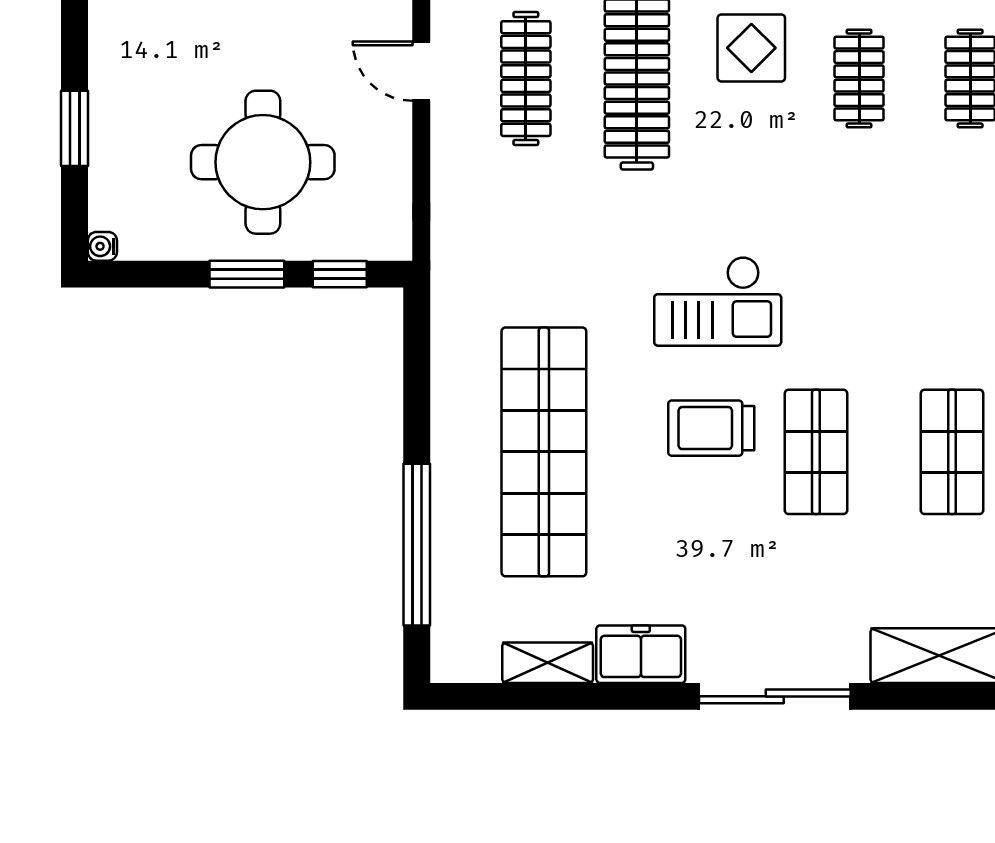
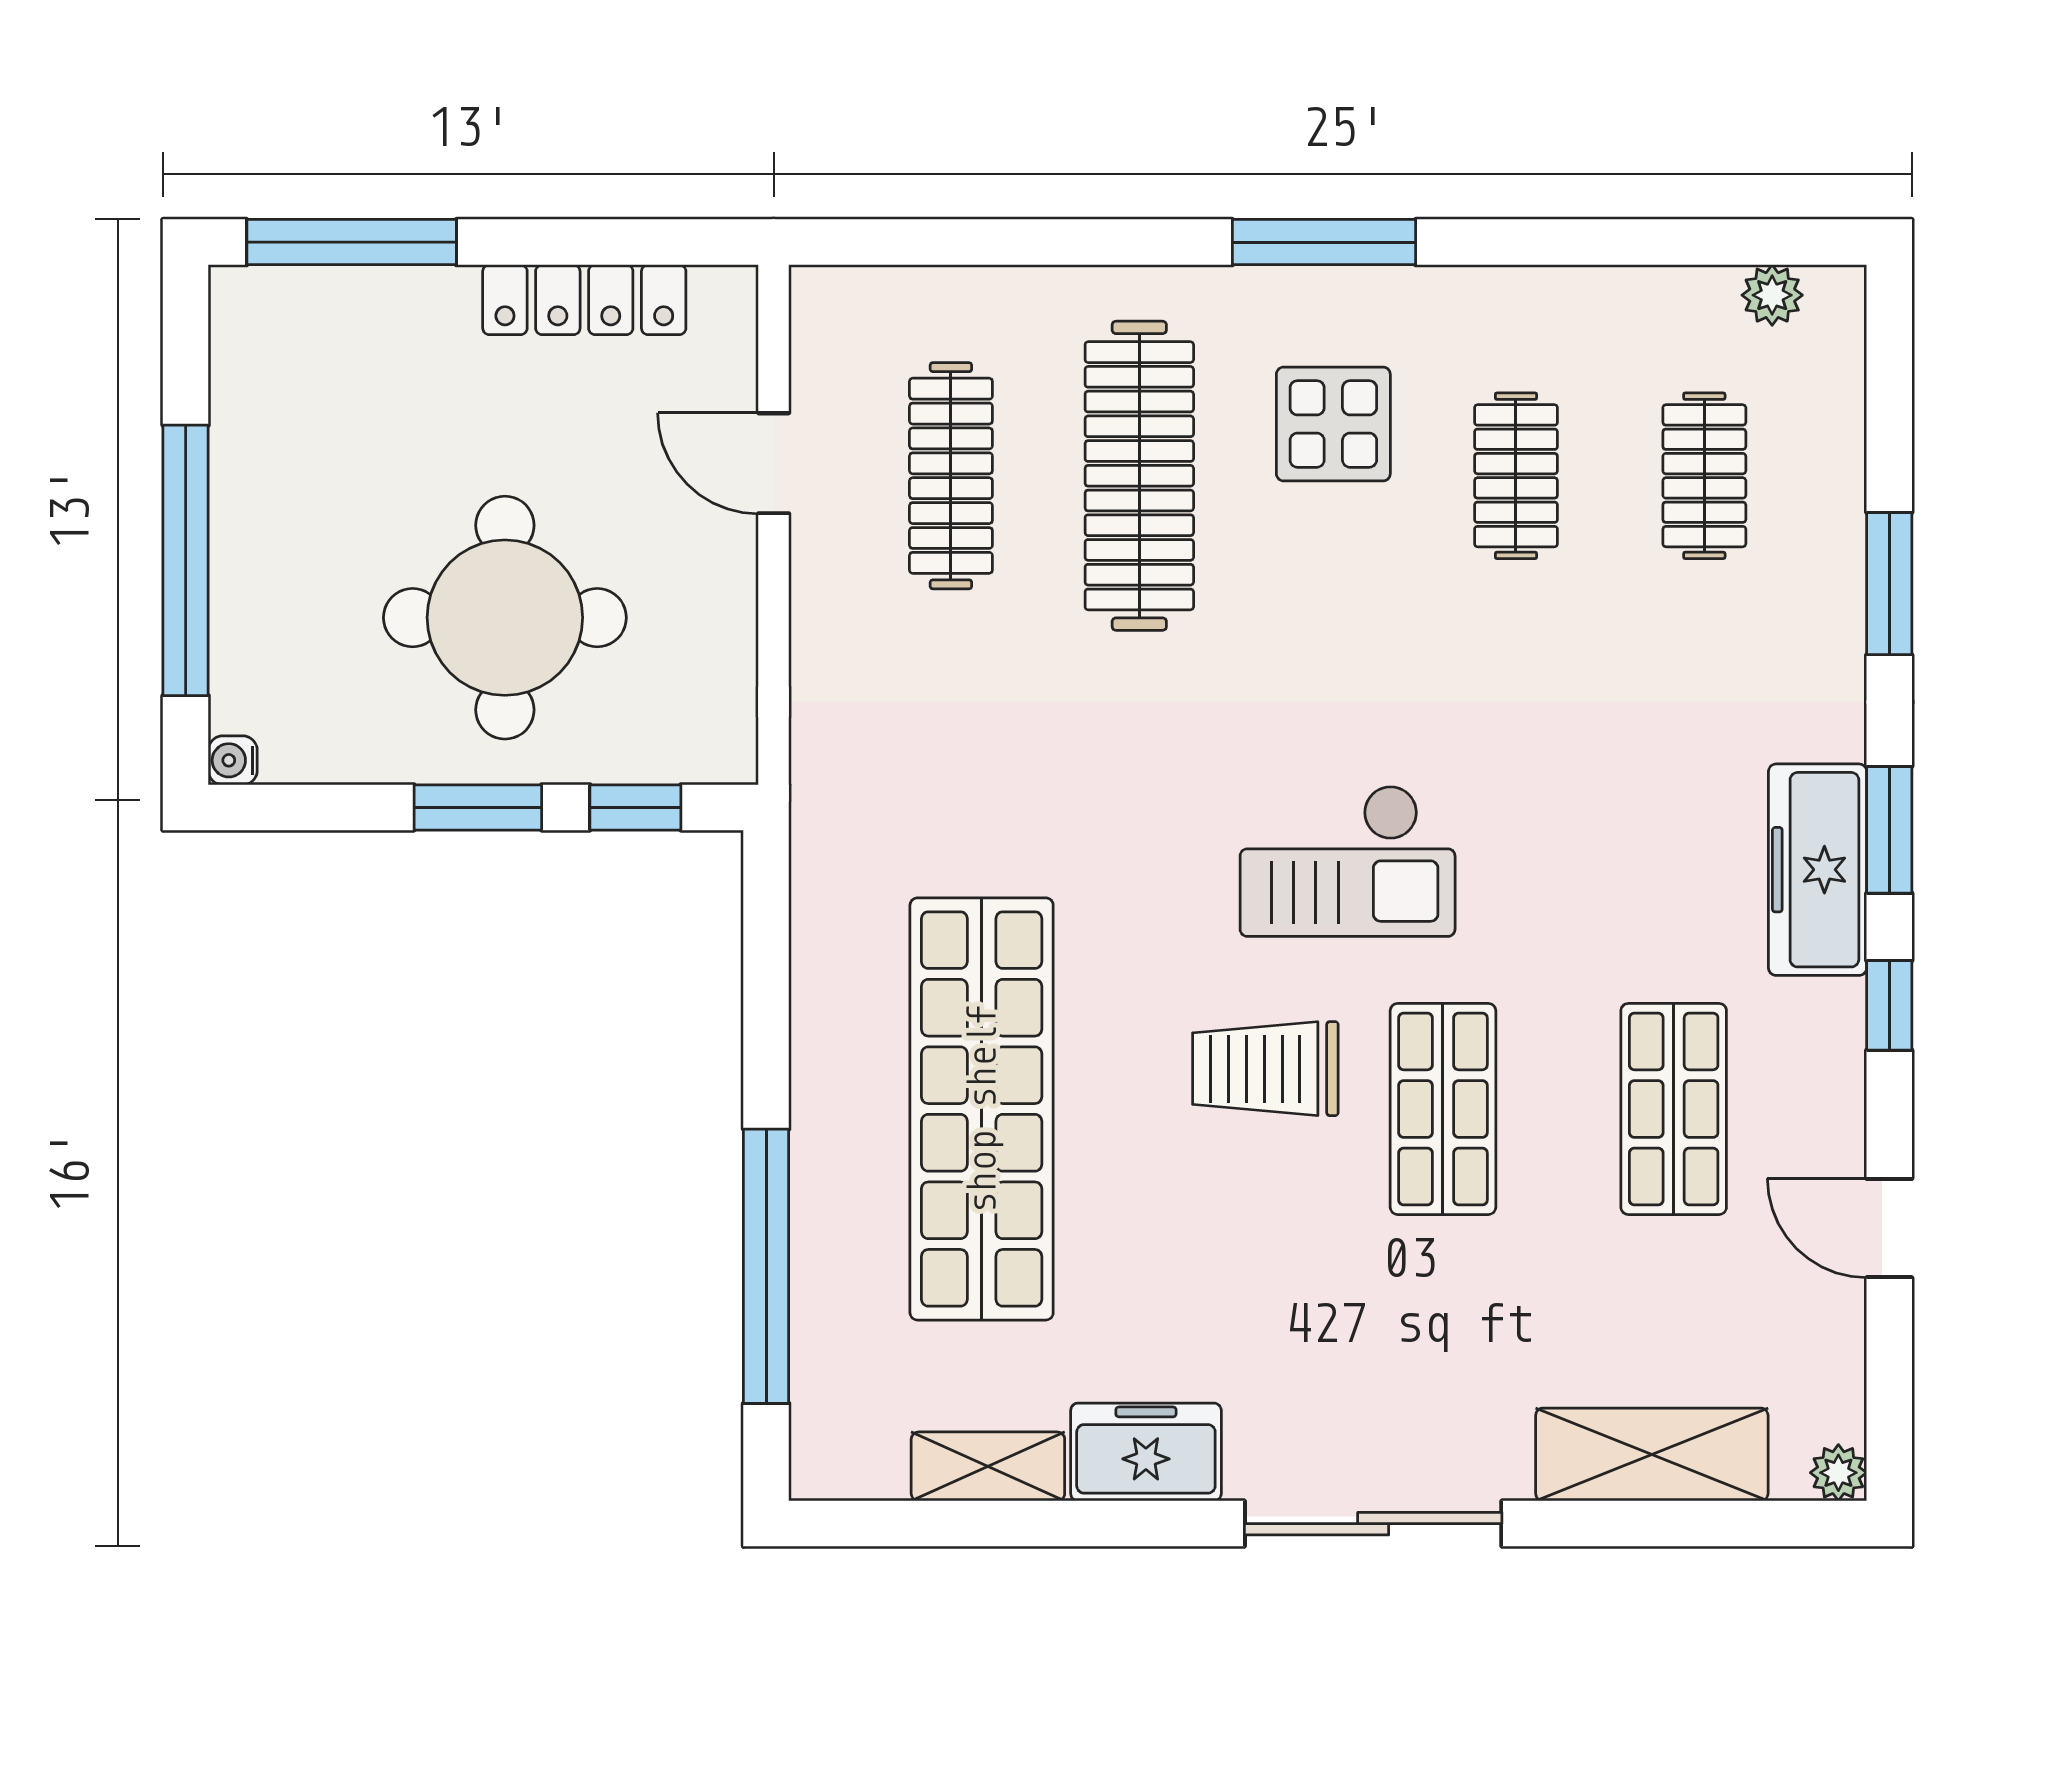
window: (75, 128) -> (186, 560), width x2.11
checkout: (718, 301) -> (1348, 861), moved

